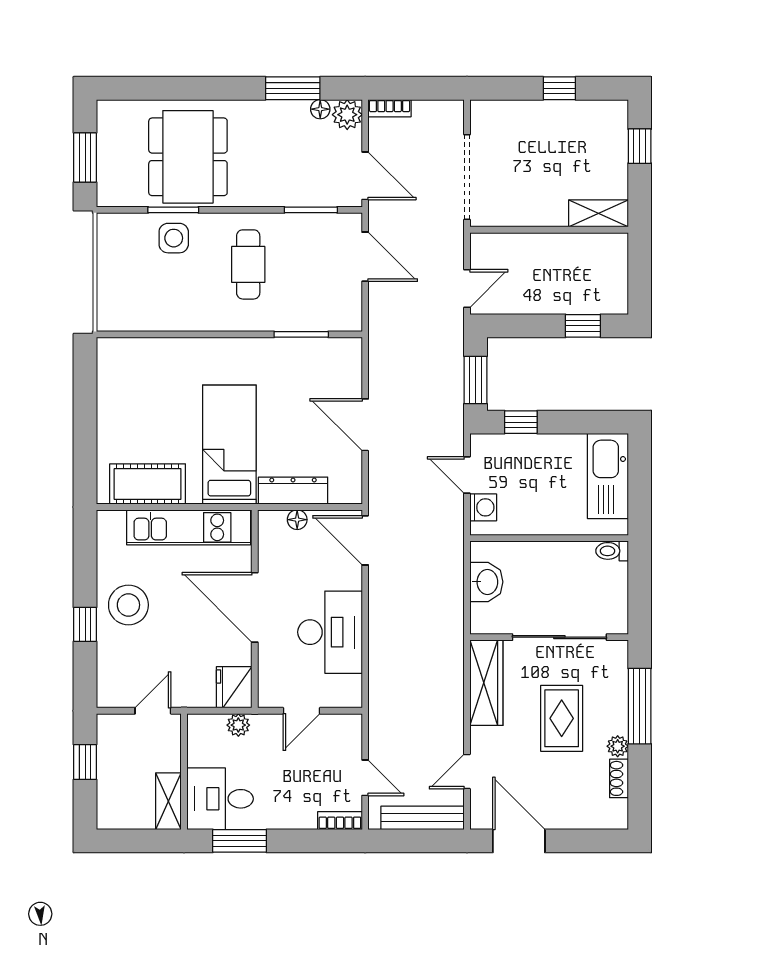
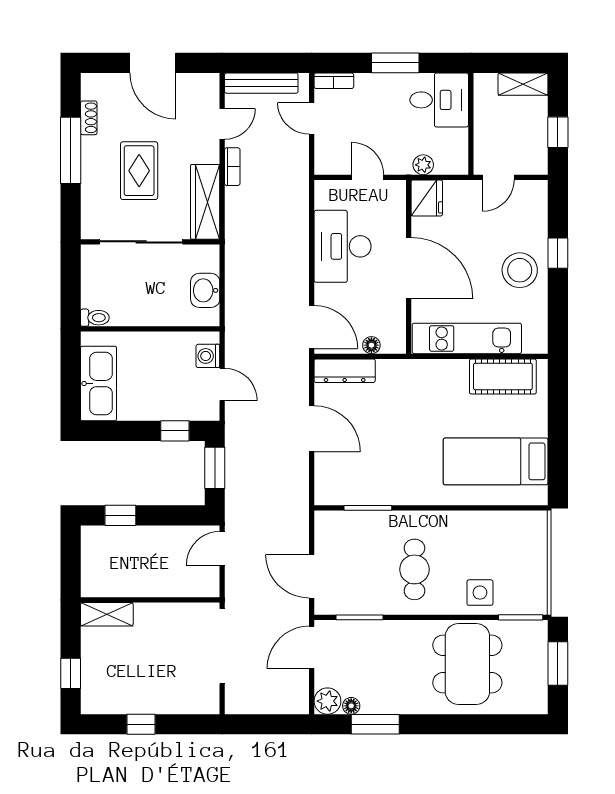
bookcase: (390, 108) -> (232, 167), moved, turned 90
door: (365, 176) -> (312, 647), hinge flipped
window: (173, 210) -> (521, 617), moved
bed: (229, 445) -> (496, 461), moved, turned 90
dresser: (293, 491) -> (345, 371), moved
window: (640, 706) -> (71, 150), moved
door: (302, 711) -> (368, 177), hinge flipped
plant: (618, 746) -> (90, 146), removed
shelving: (168, 801) -> (523, 84), moved, turned 90
window: (240, 841) -> (395, 63), moved
door: (519, 841) -> (153, 63), moved

